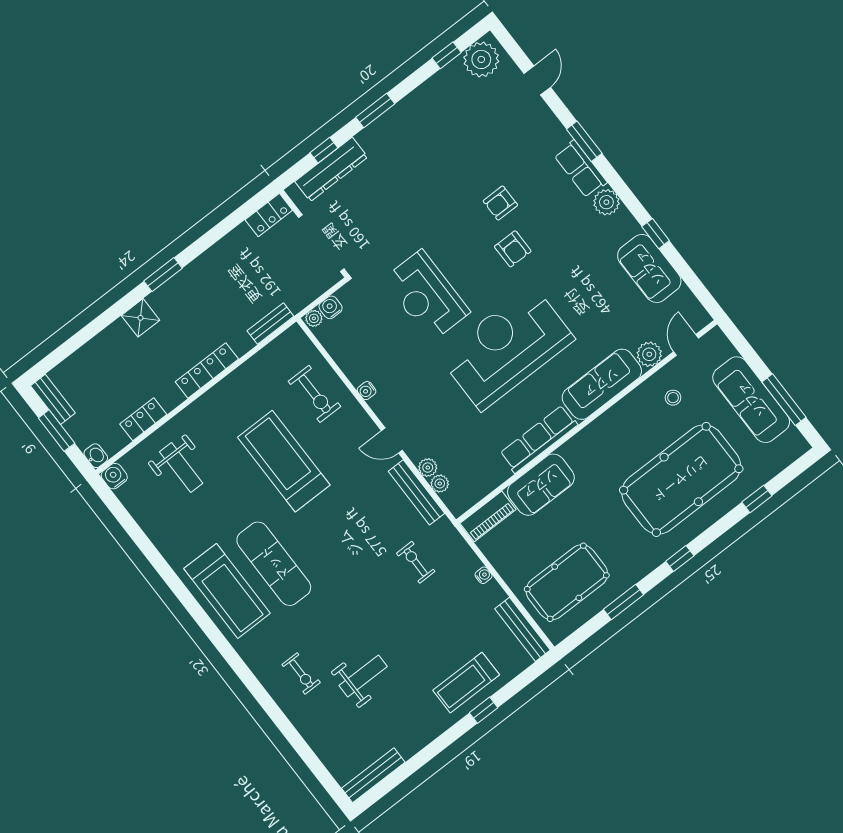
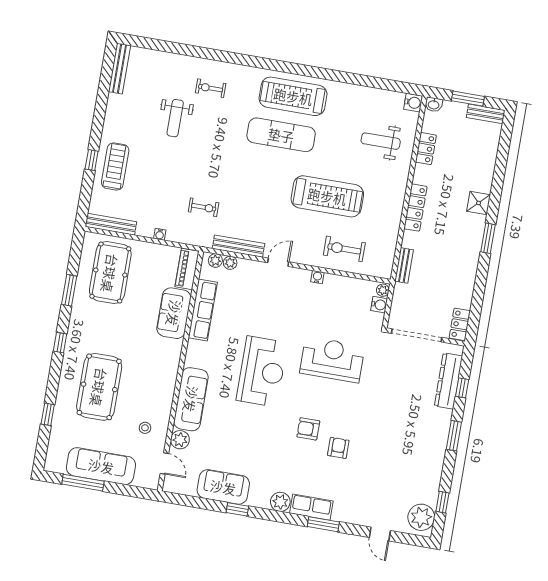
reception desk: (507, 348) -> (262, 371), width x0.74, depth x0.77
row of seats: (539, 439) -> (203, 310), moved
plant: (428, 468) -> (215, 260), moved
pool table: (681, 479) -> (99, 387), width x0.73, depth x0.76

